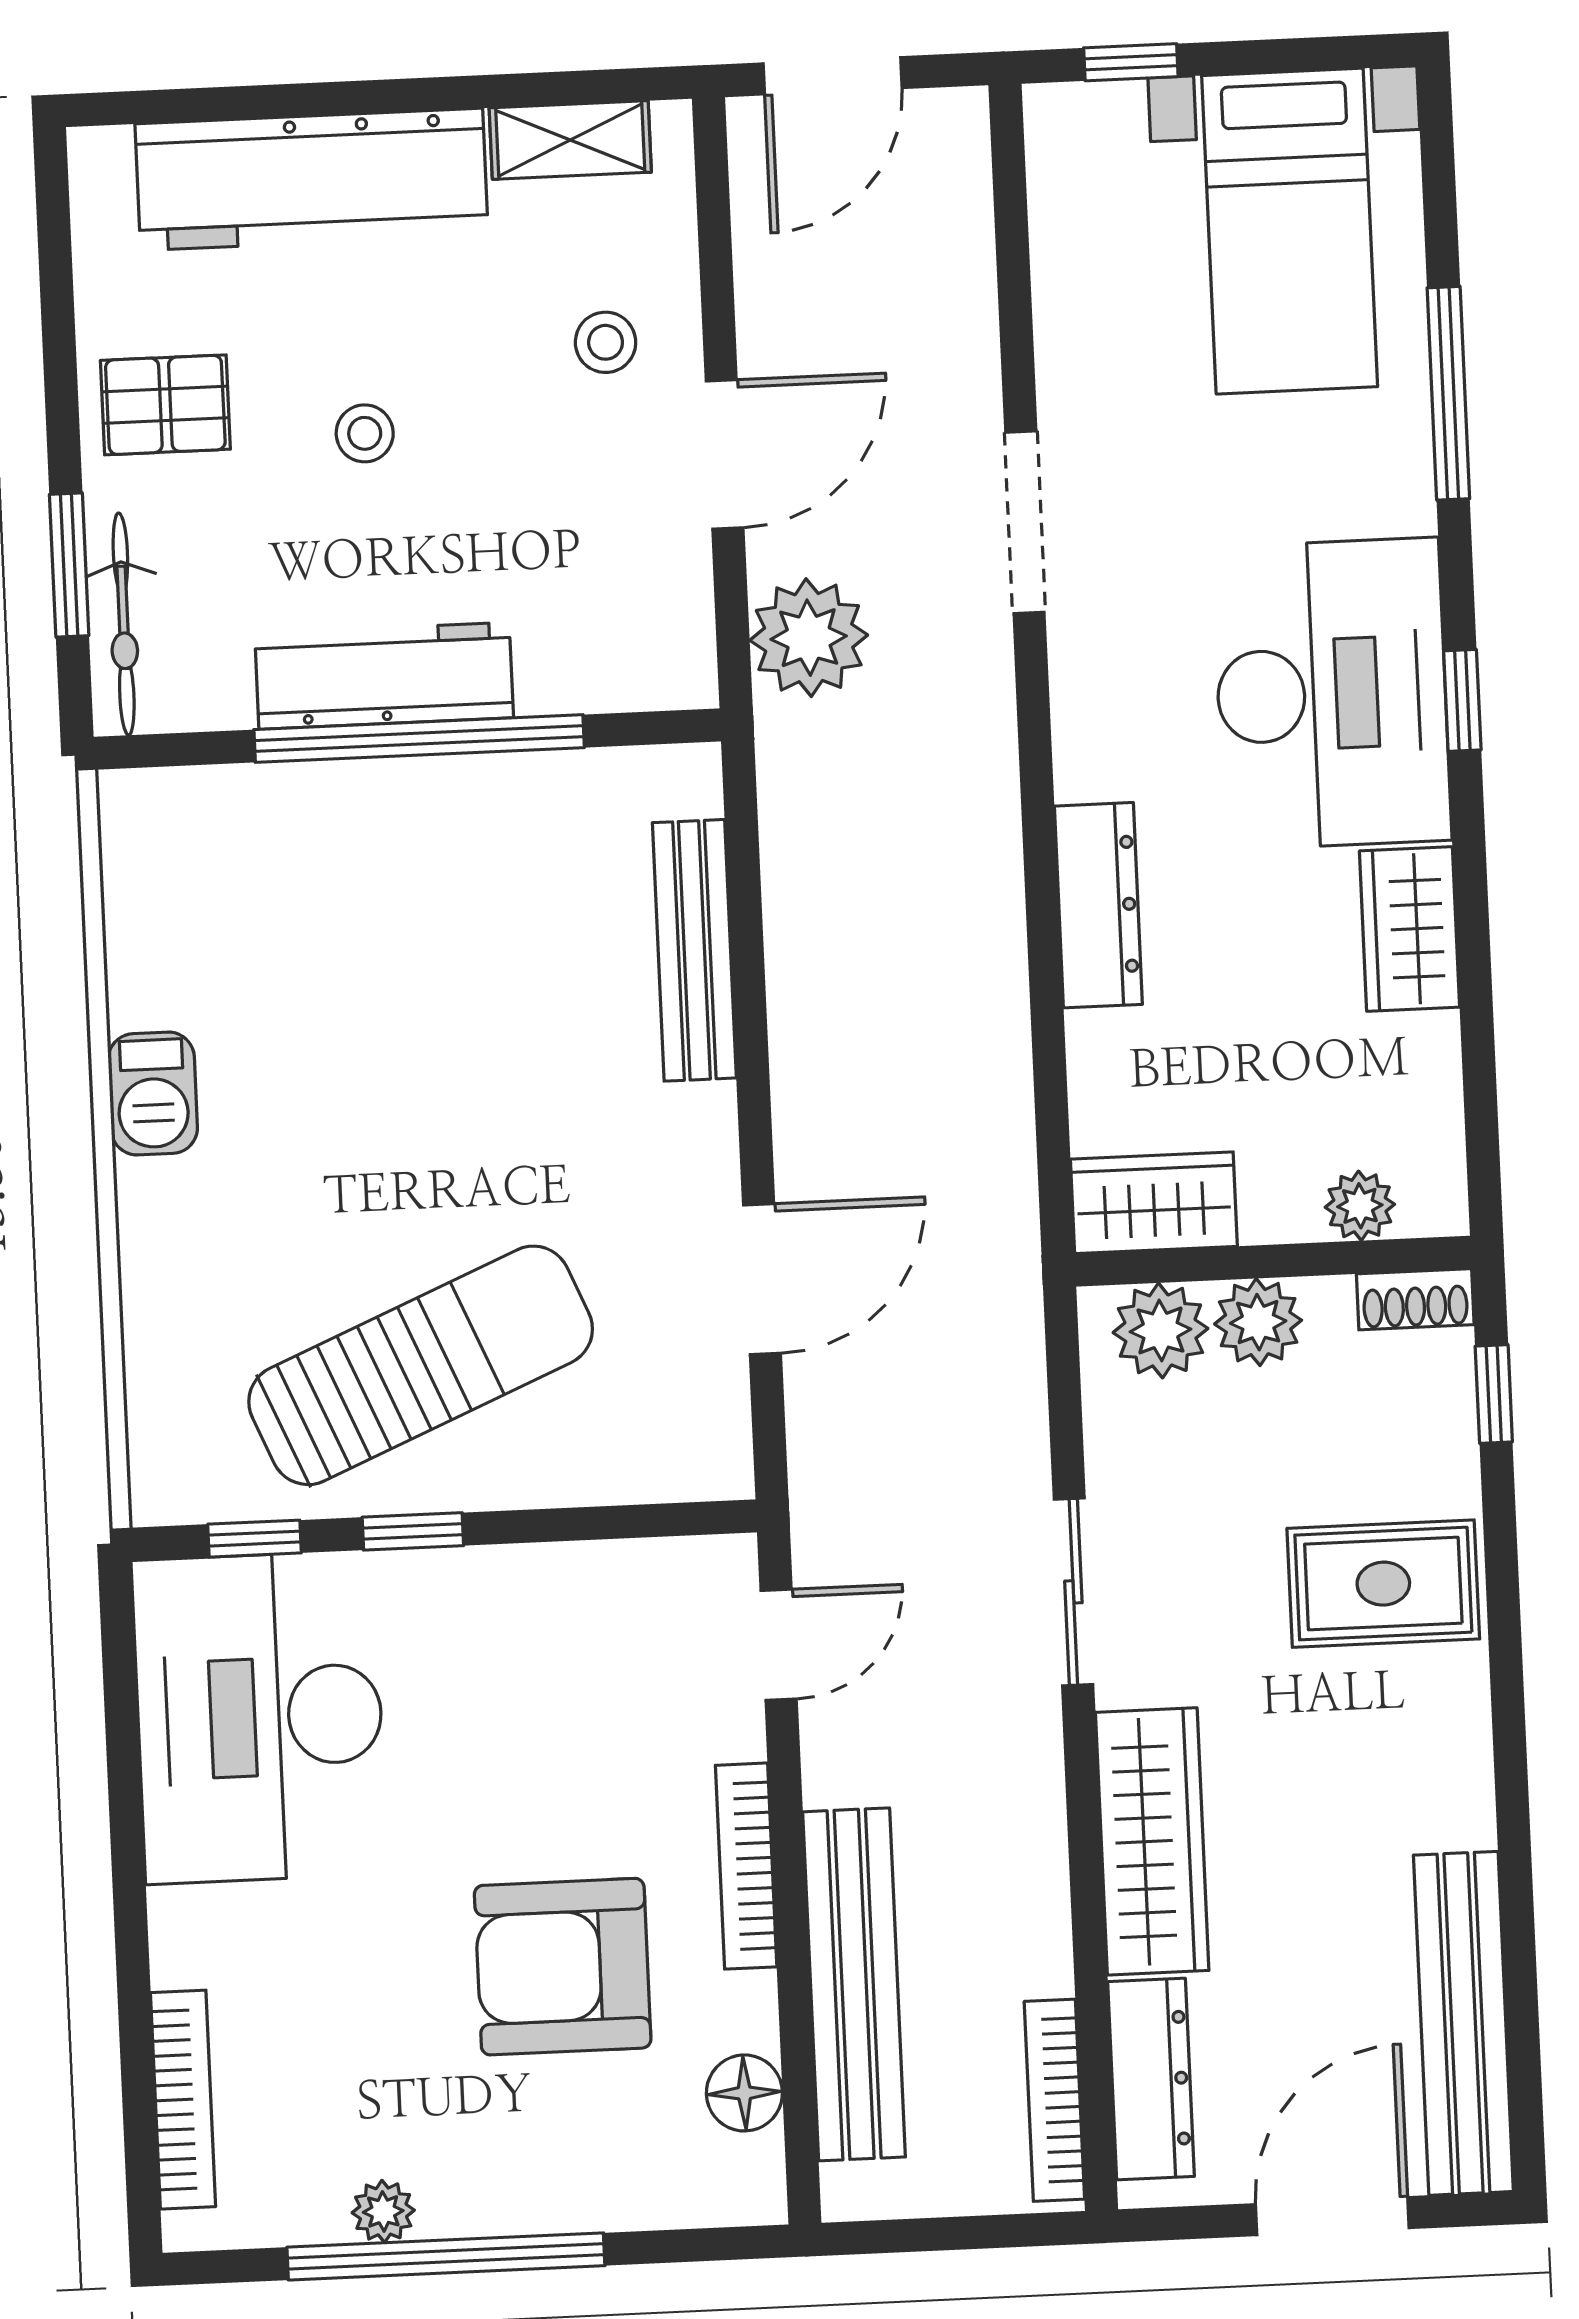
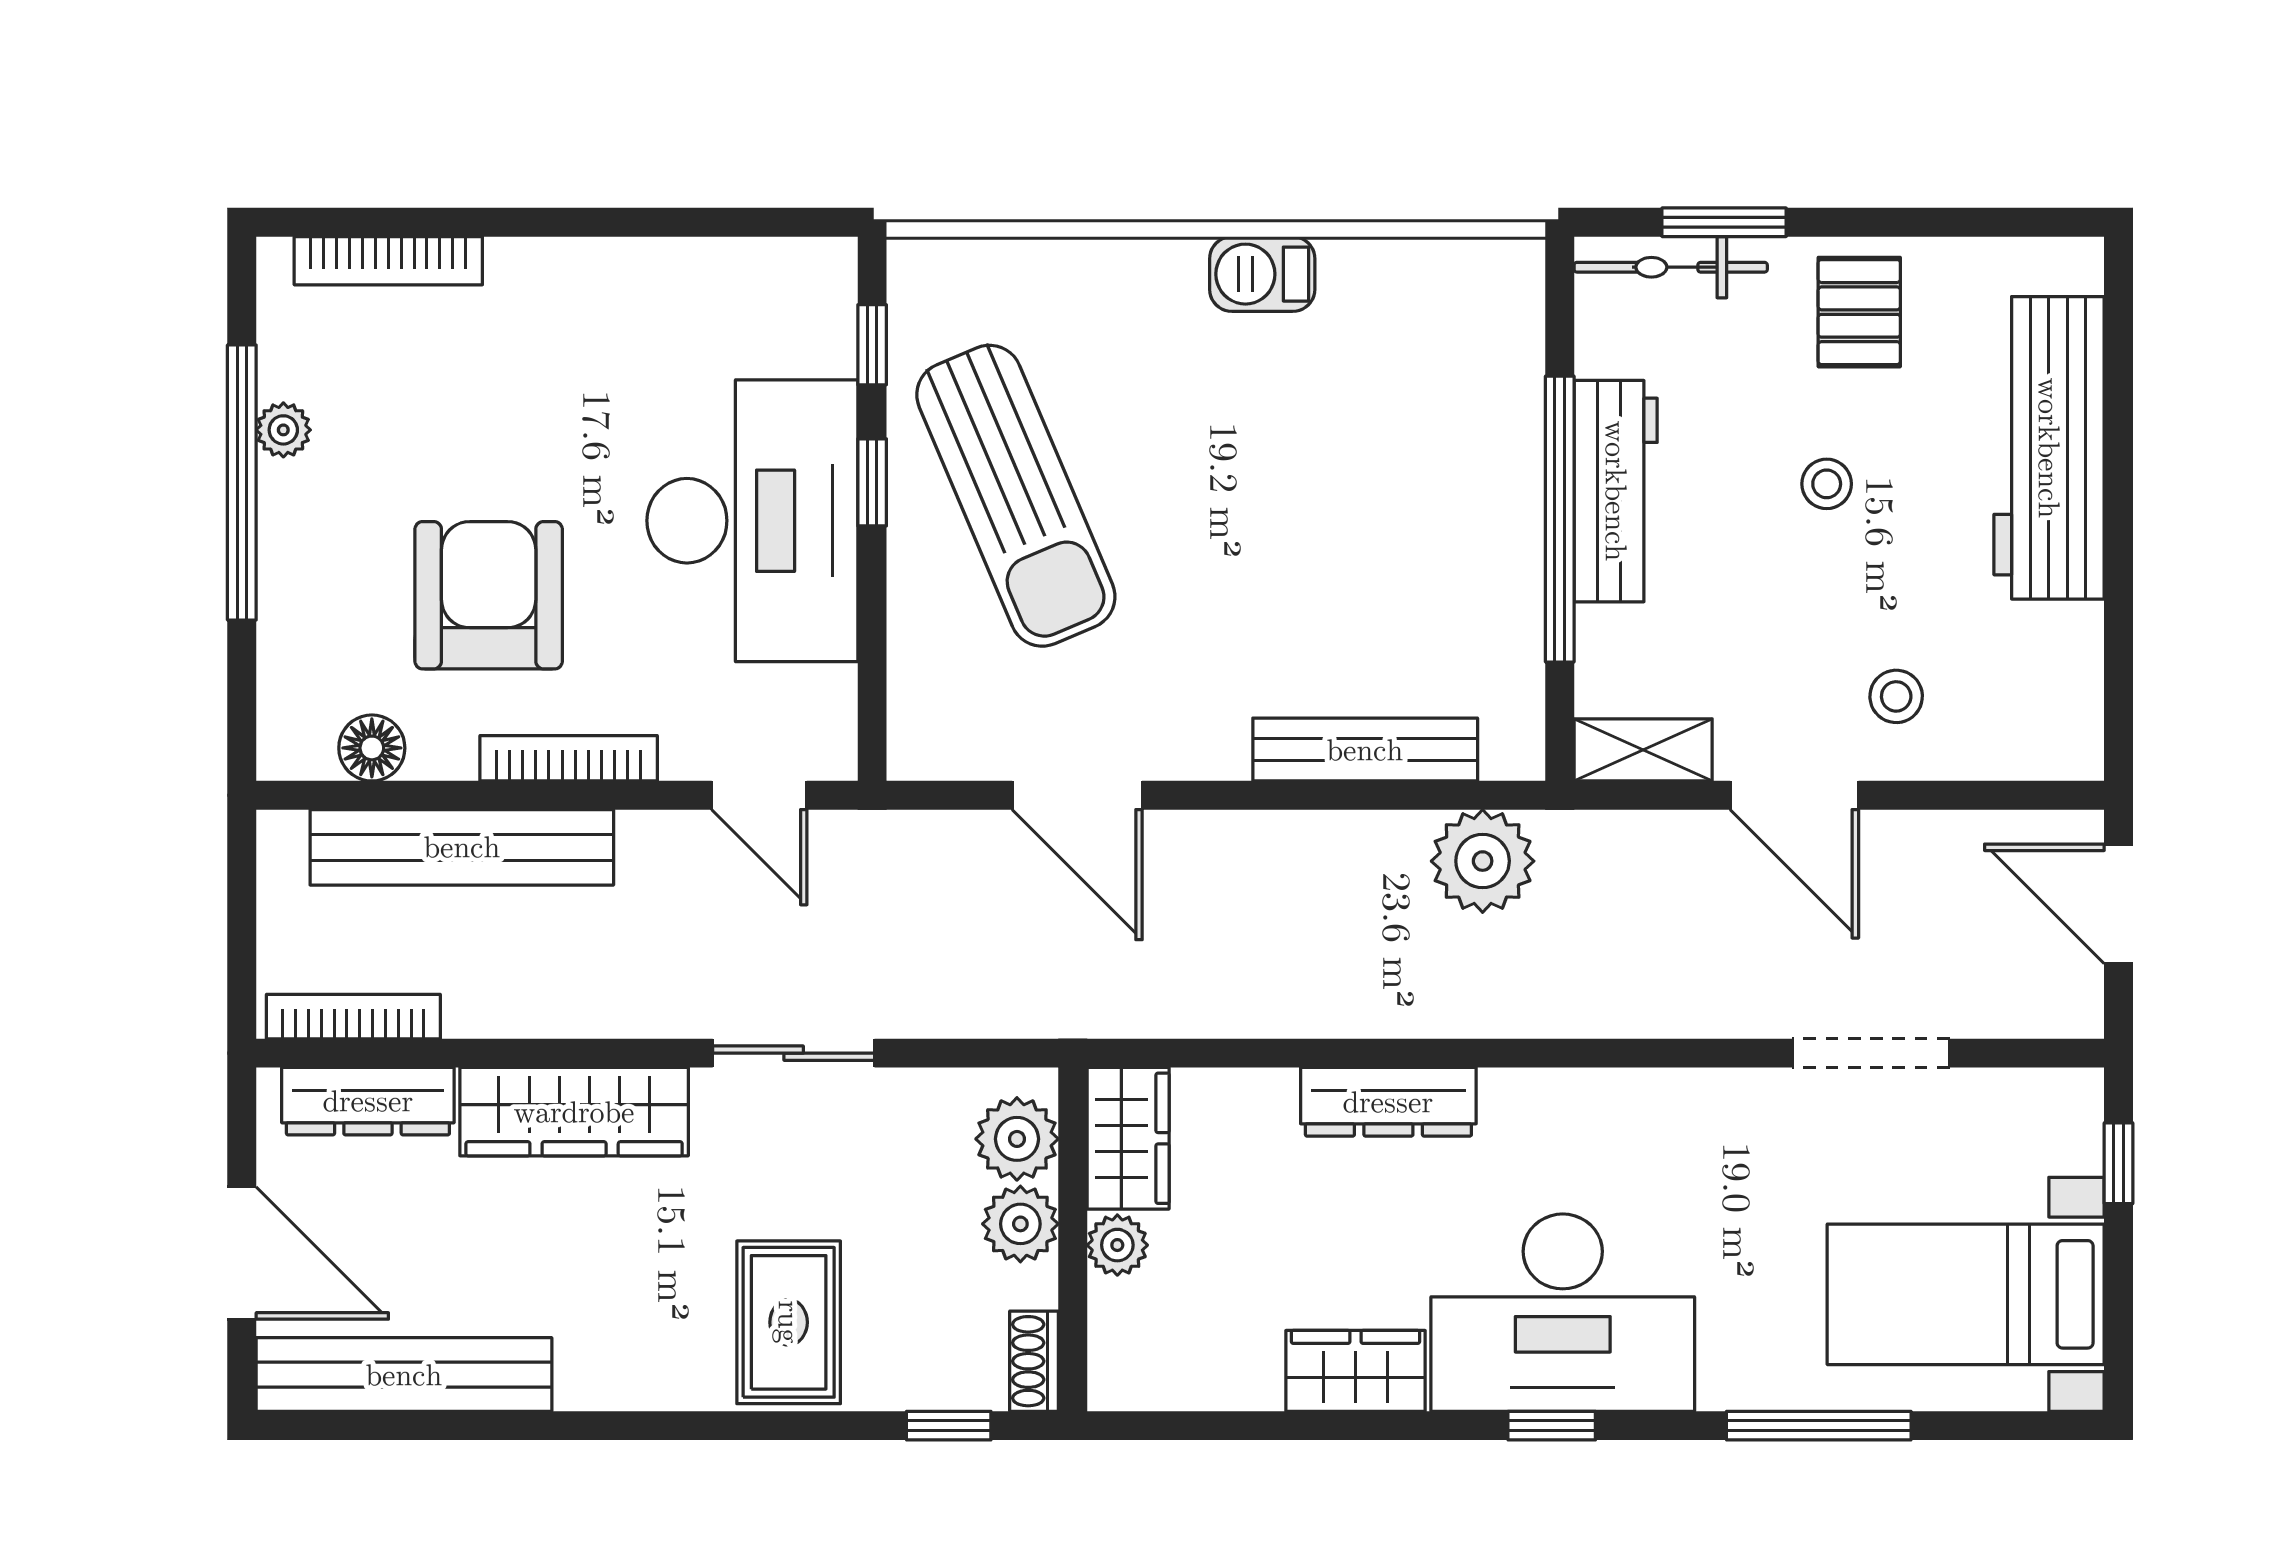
shelving: (570, 140) -> (1643, 750), moved, turned 90
doorway: (1025, 522) -> (1871, 1053), moved
plant: (809, 638) -> (1483, 861), moved
plant: (1360, 1206) -> (1117, 1245), moved
desk: (260, 1717) -> (752, 521), moved, turned 90

